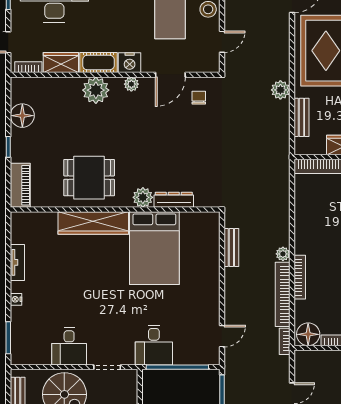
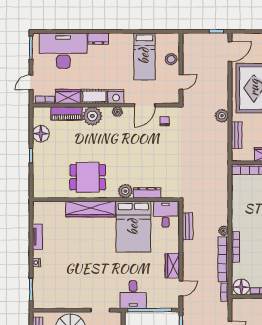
piano: (20, 185) -> (66, 113), moved, turned 90
wardrobe: (210, 304) -> (172, 266), added
desk: (69, 346) -> (166, 214), moved, turned 180

